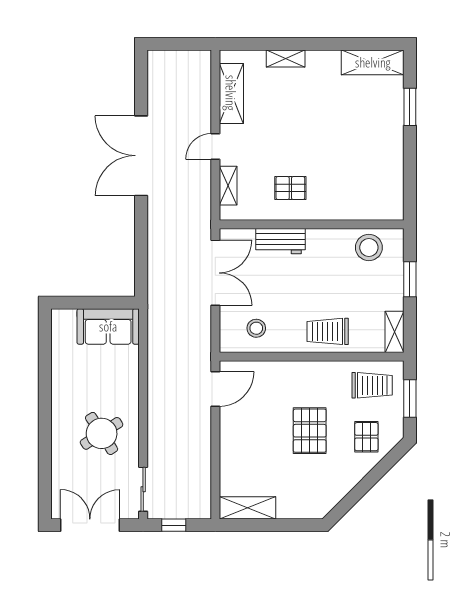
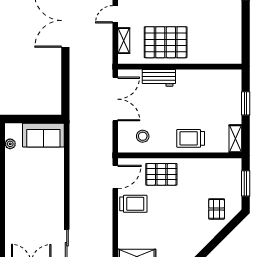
pallet: (290, 188) -> (166, 42), width x2.05, depth x2.00
stool: (369, 247) -> (218, 82), removed
plant: (59, 340) -> (10, 144), added
trolley: (372, 385) -> (133, 204), moved
pallet: (310, 431) -> (161, 174), moved, turned 90
round table: (102, 433) -> (39, 207), removed

